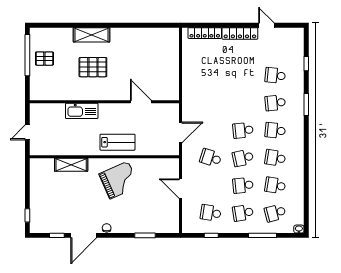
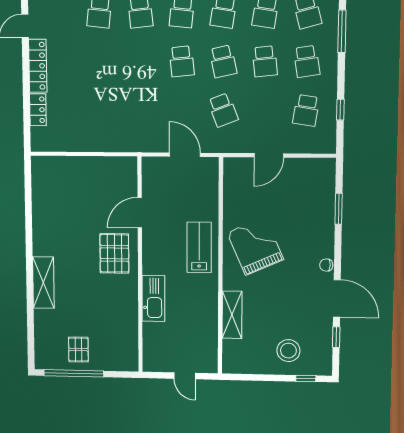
locker: (205, 33) -> (38, 110), width x0.66
pallet: (93, 67) -> (114, 253), moved
school desk: (211, 158) -> (223, 110), turned -39
stool: (47, 203) -> (288, 351), added

